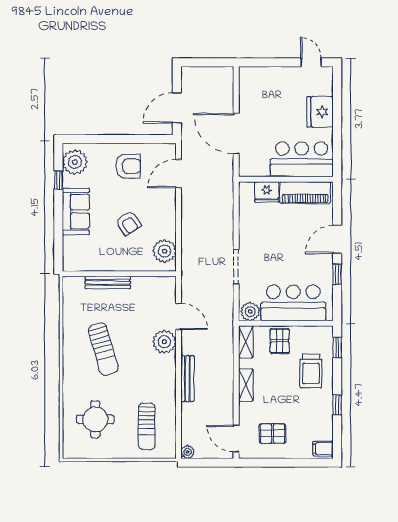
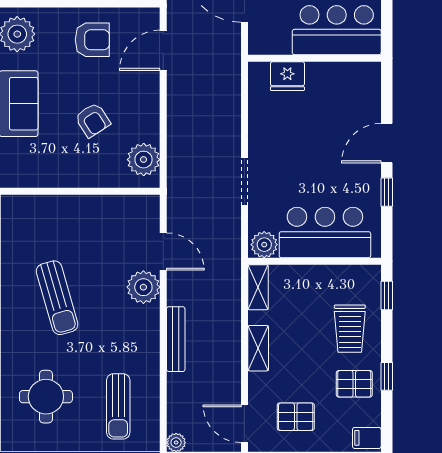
piano: (305, 193) -> (342, 77), removed
bench: (108, 282) -> (63, 204), removed
pallet: (280, 341) -> (354, 384), moved, turned 90

